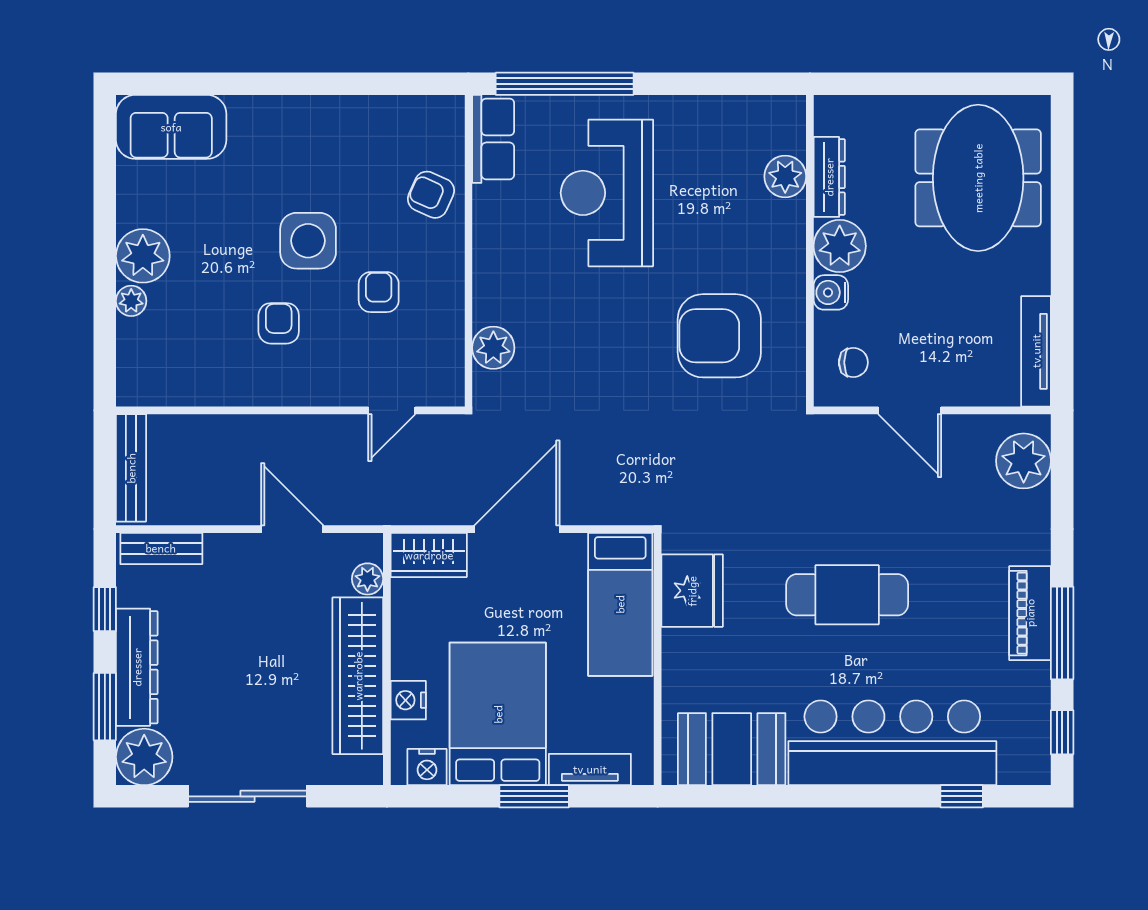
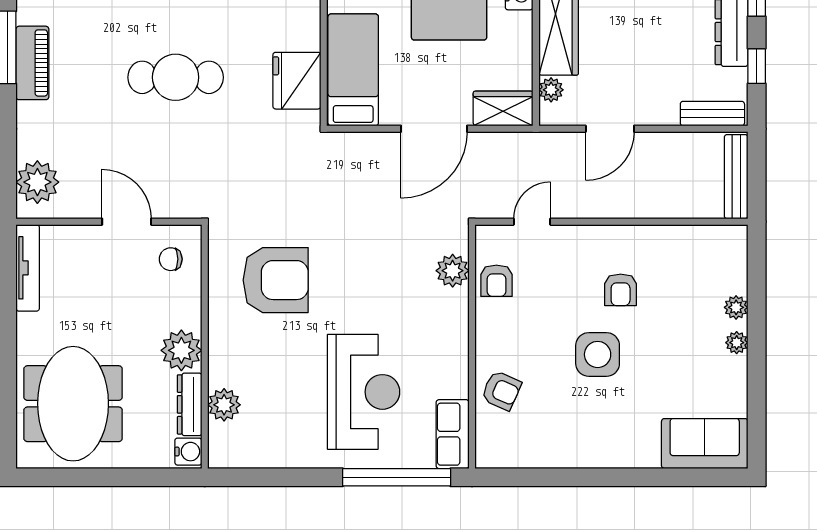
plant: (143, 256) -> (737, 343), width x0.53, depth x0.53
armchair: (379, 292) -> (496, 281), moved
water cooler: (831, 292) -> (188, 452), moved
door: (292, 529) -> (610, 129), hinge flipped

